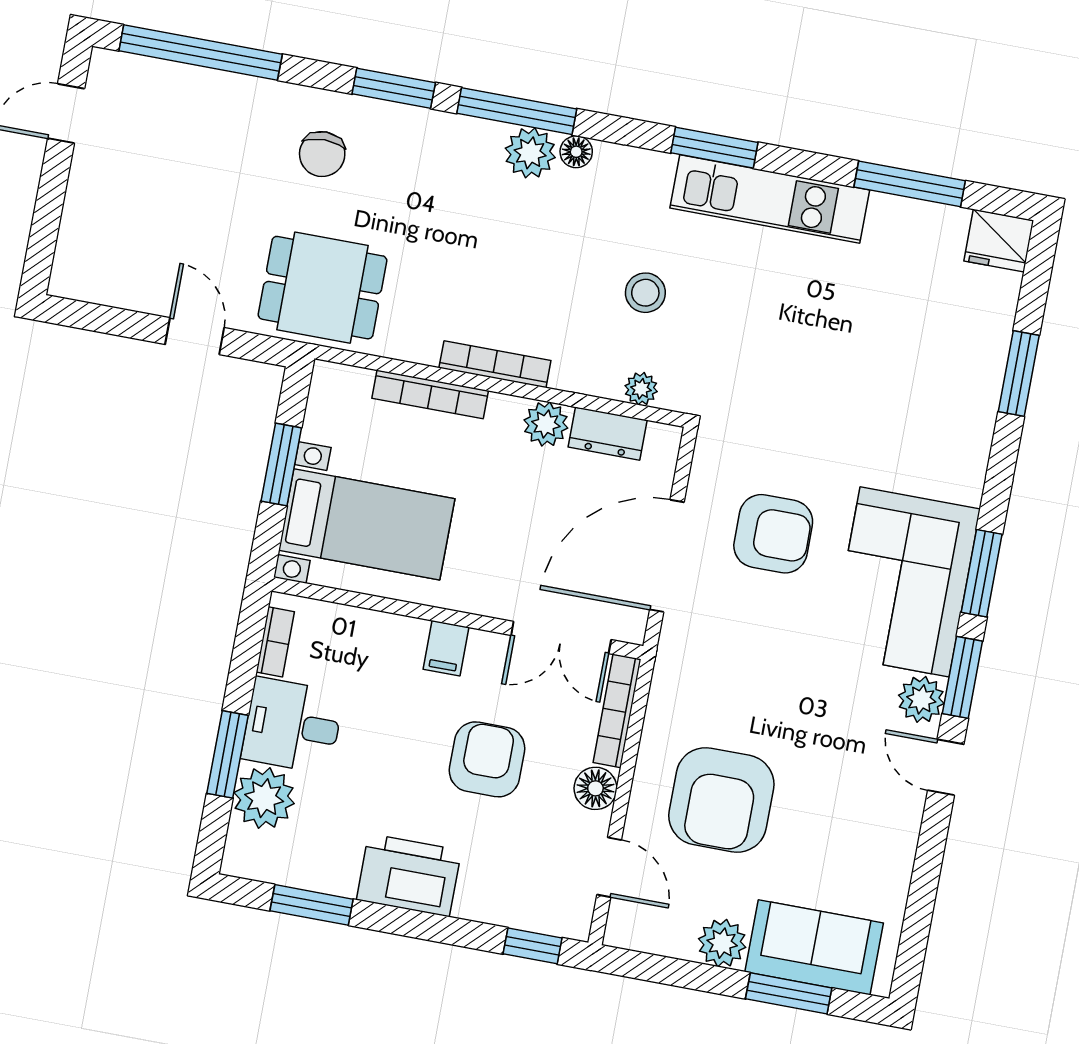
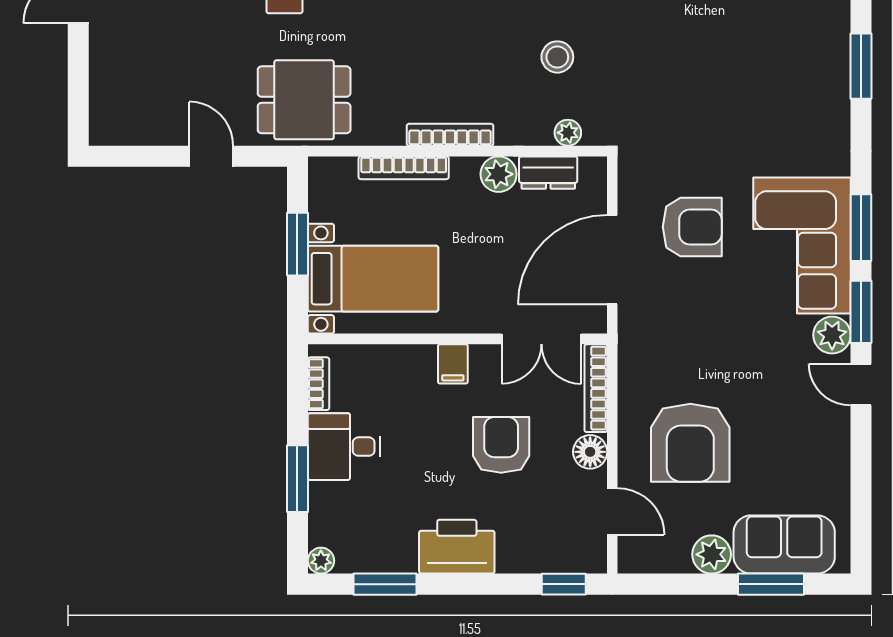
plant: (264, 798) -> (321, 561), moved, width x0.53, depth x0.53

